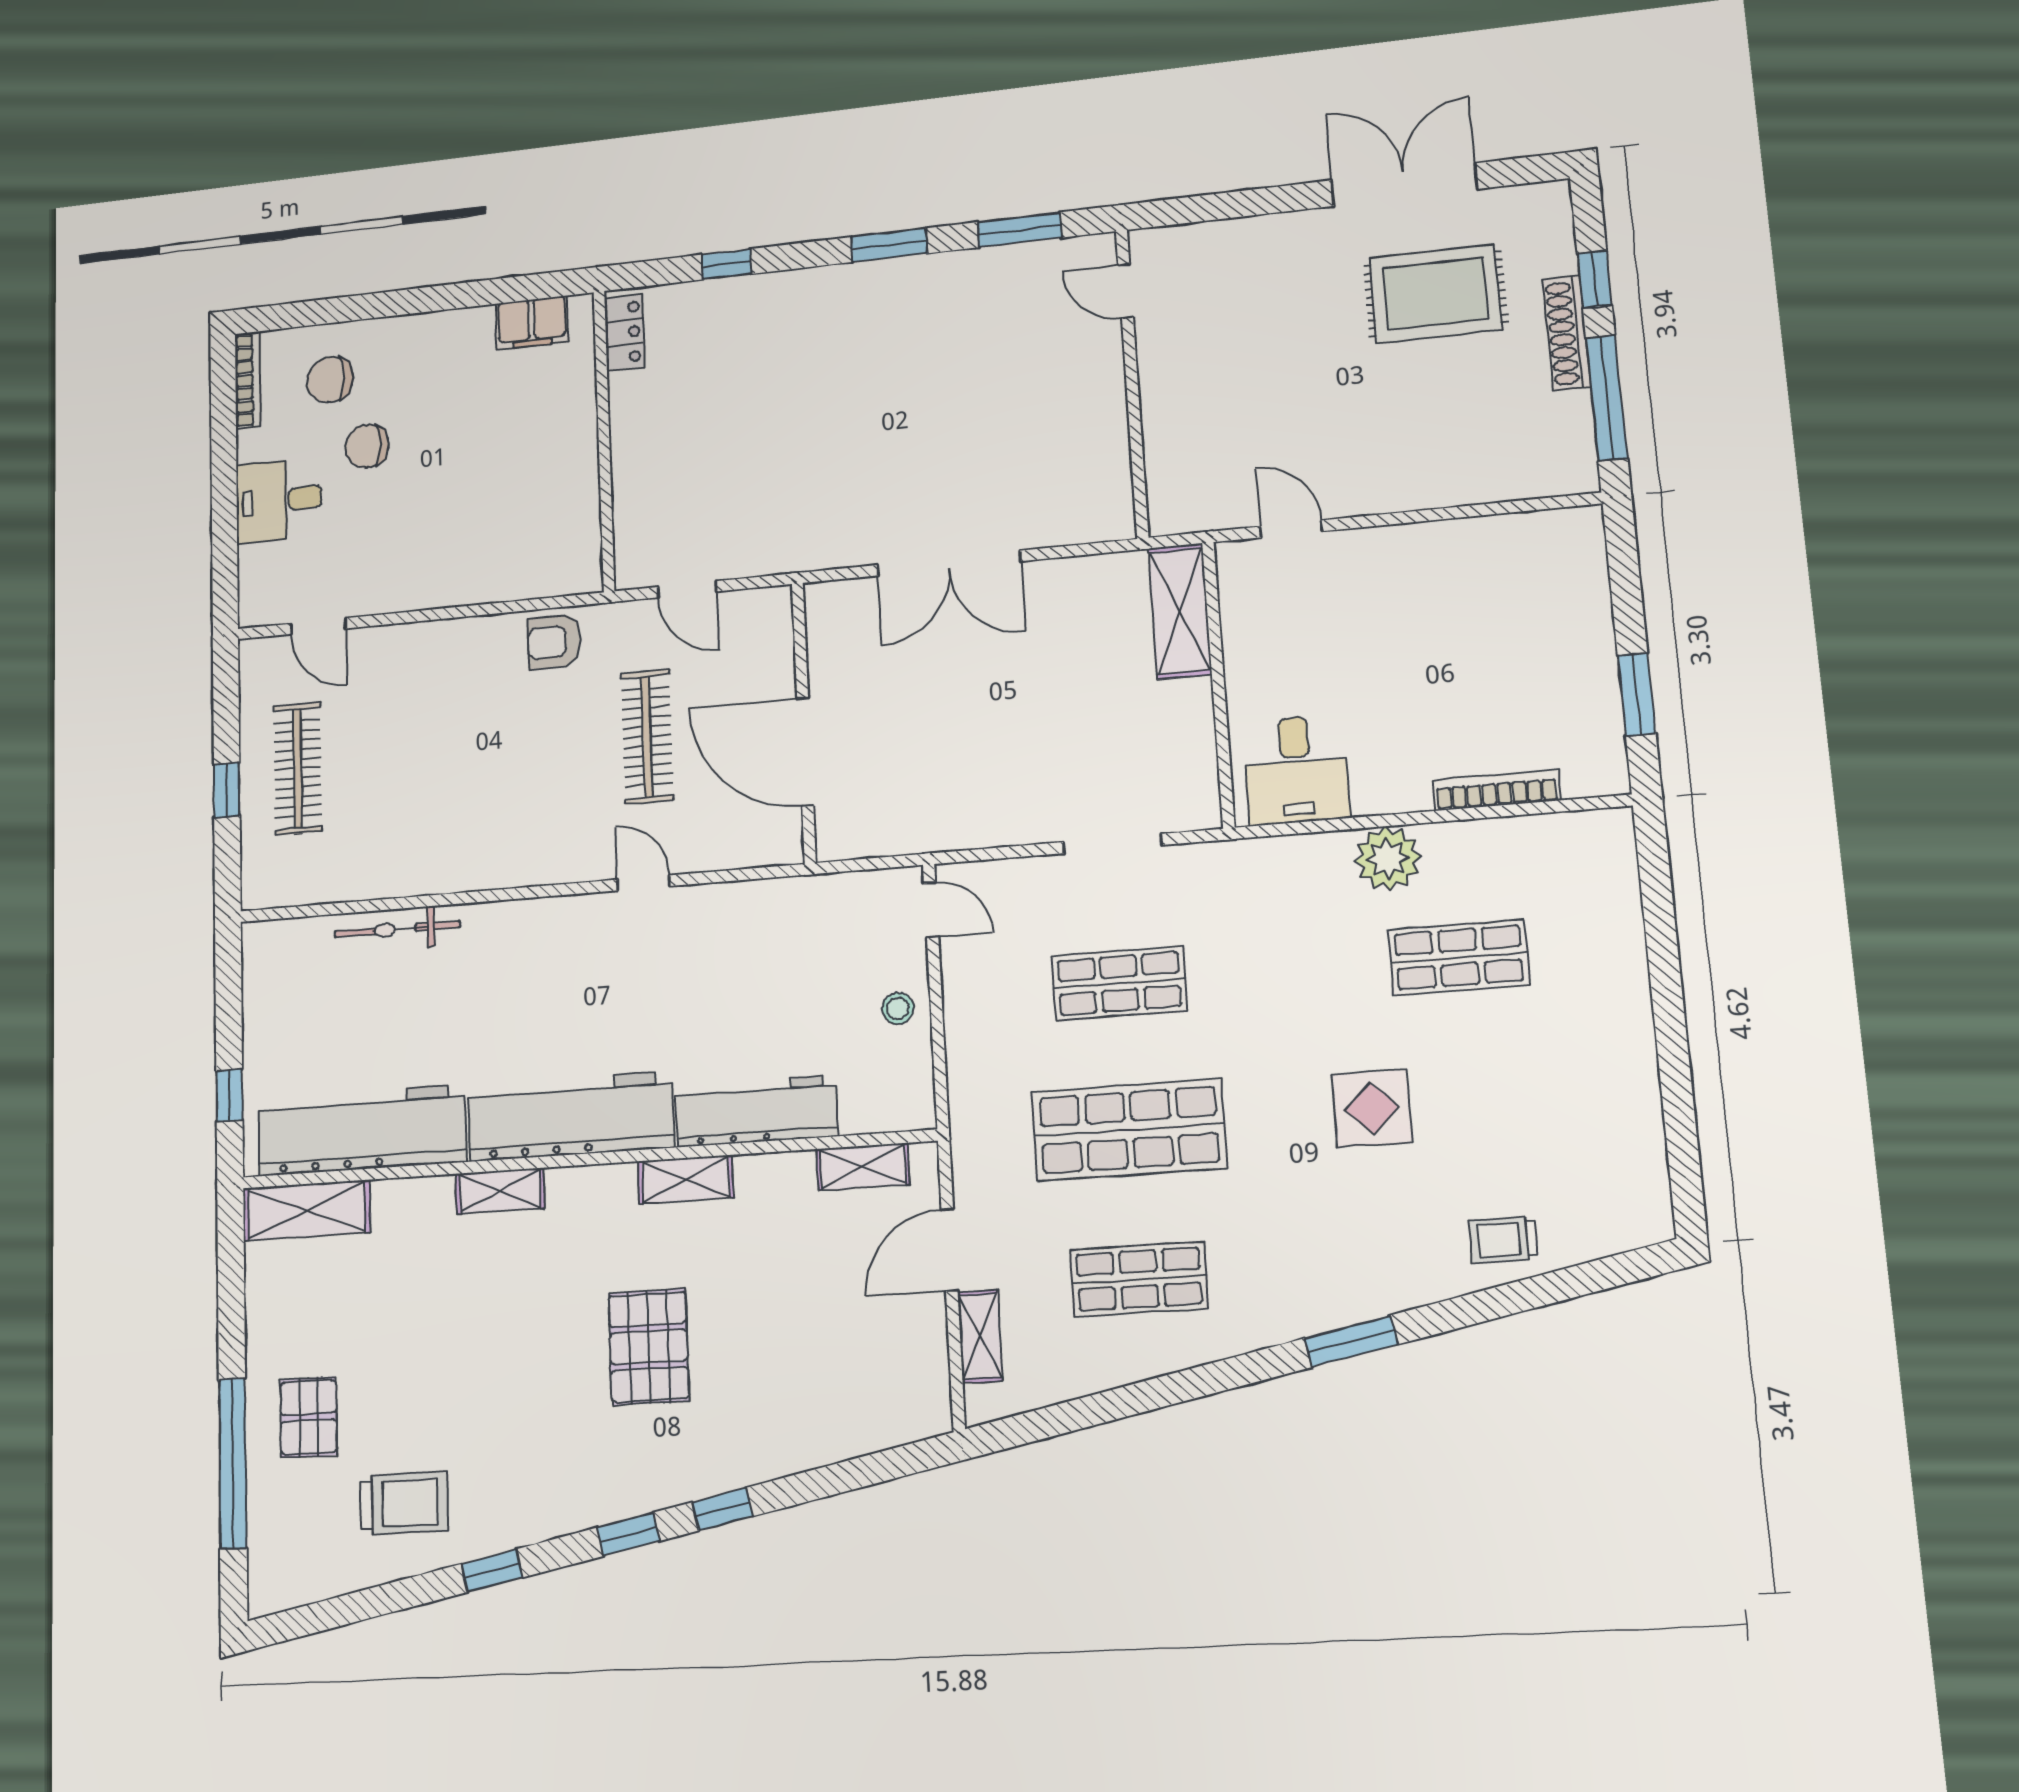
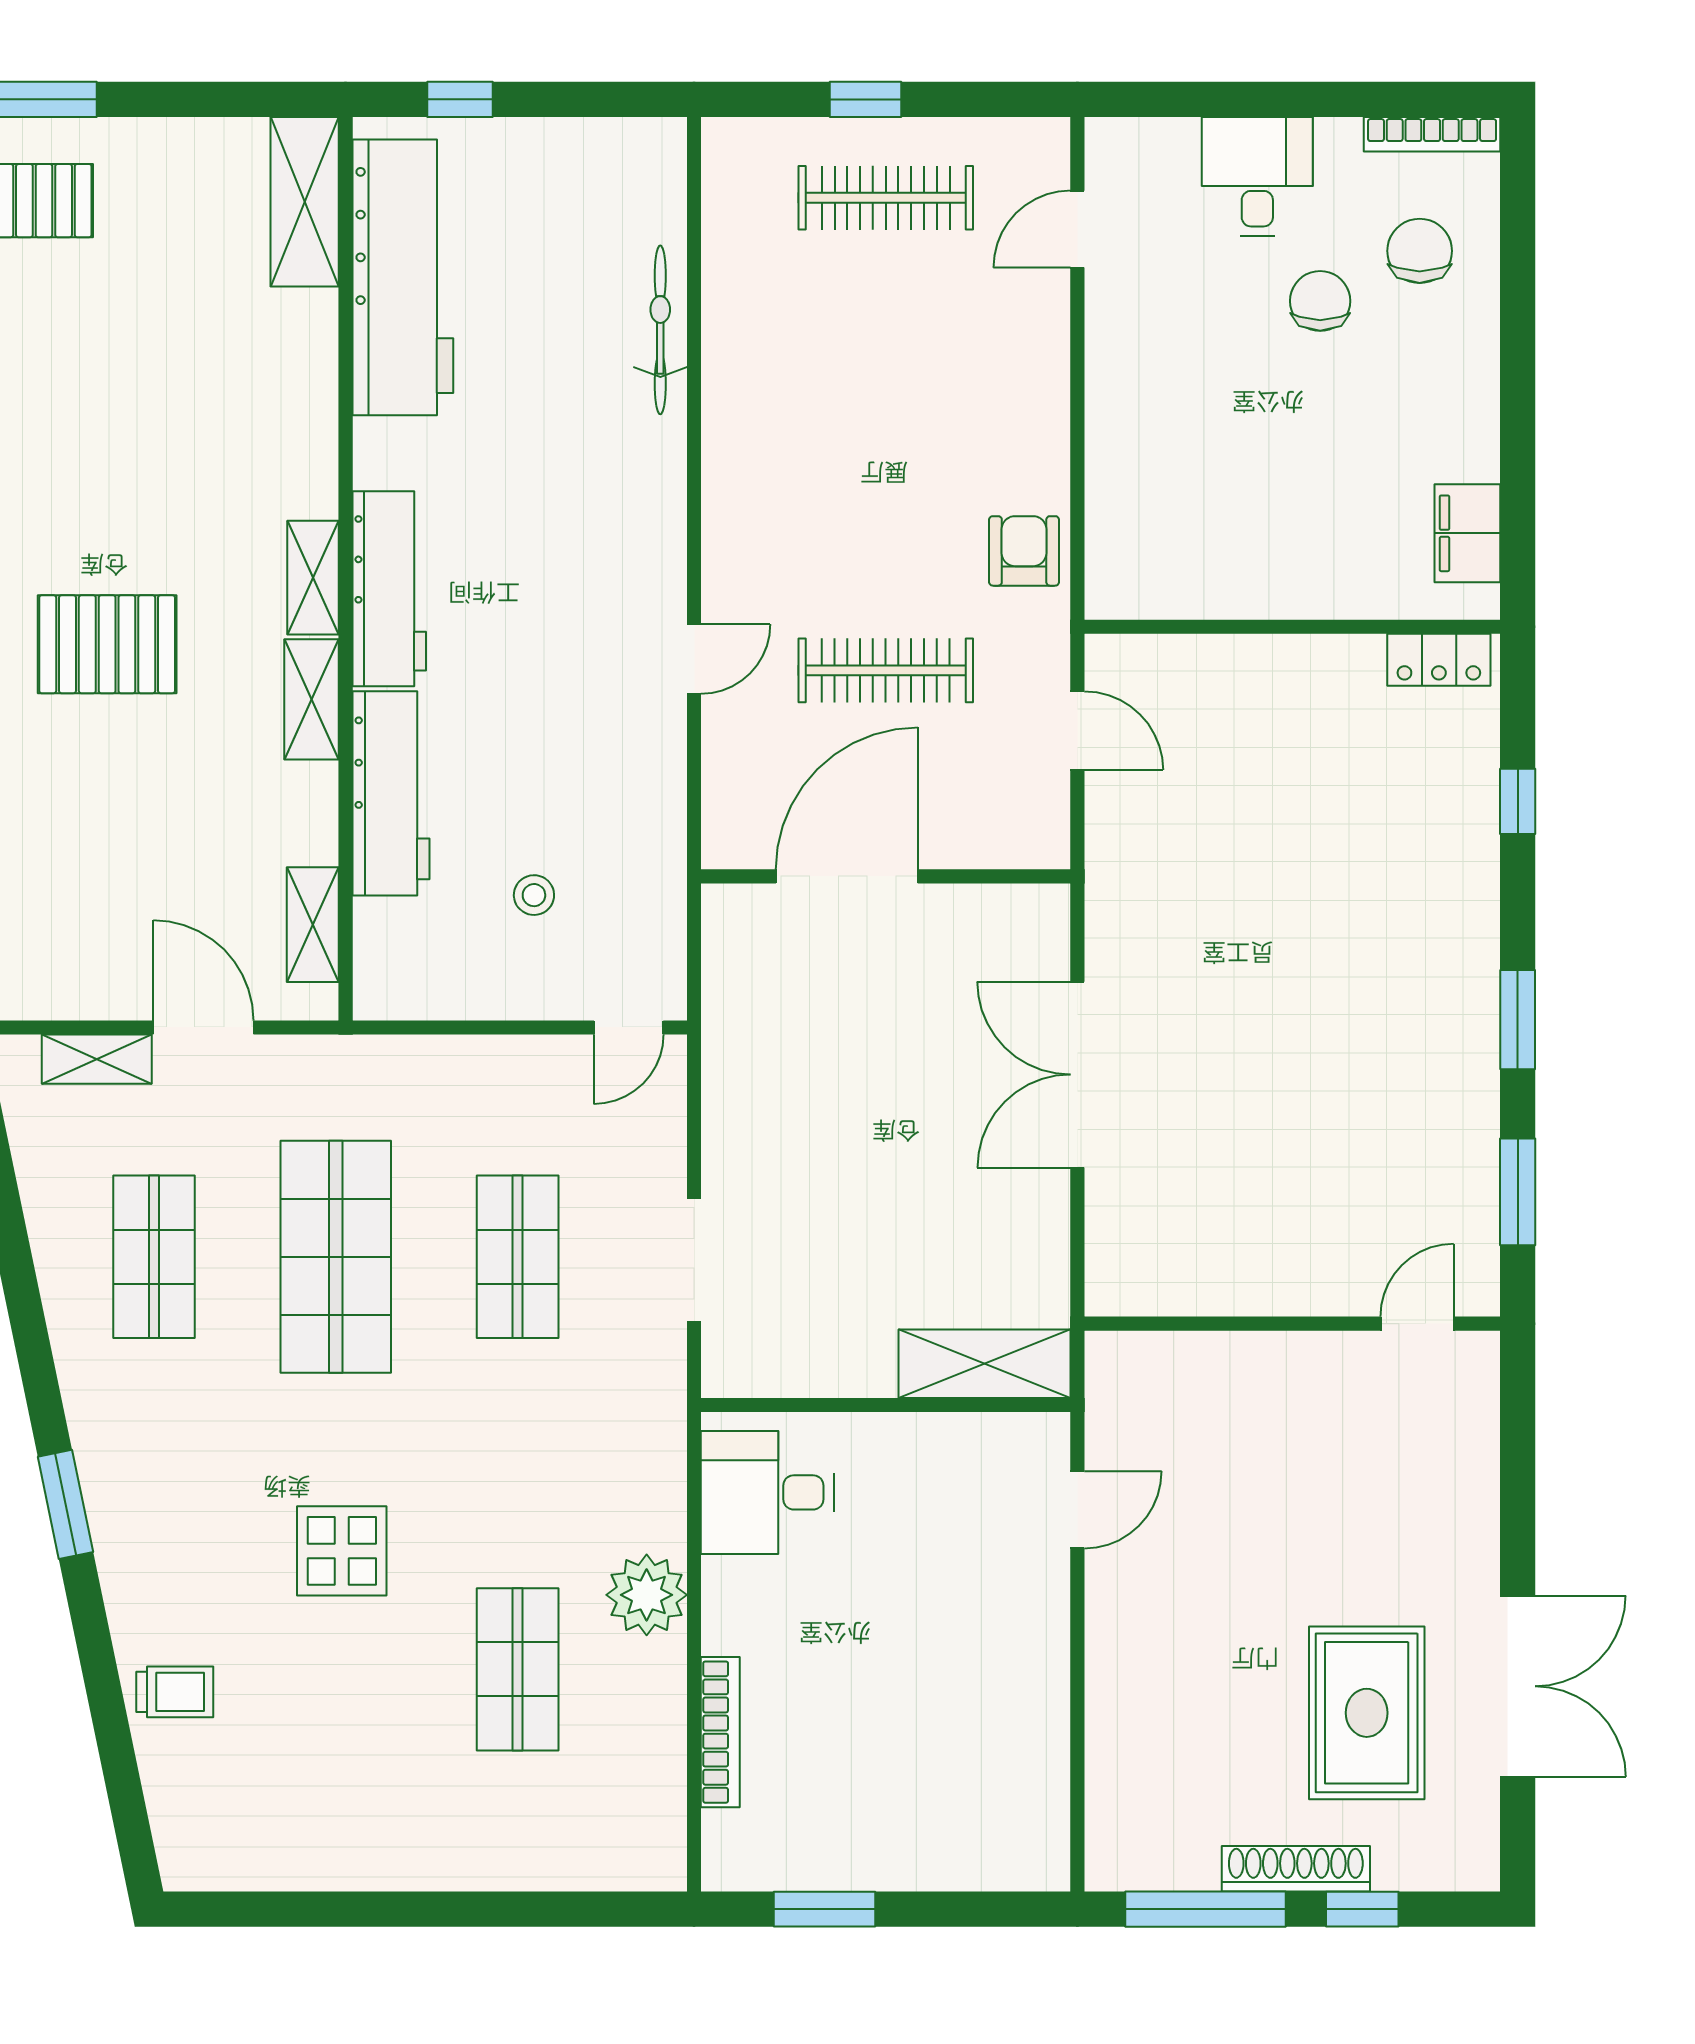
door: (687, 589) -> (1077, 731), swing flipped
stool: (898, 1008) -> (534, 895), moved
workbench: (570, 1116) -> (389, 589), width x0.73, depth x0.76
shelving: (500, 1191) -> (313, 578), moved
trolley: (1503, 1240) -> (175, 1692), turned 90

